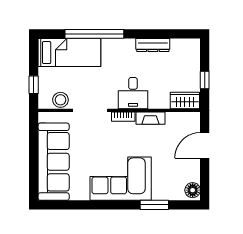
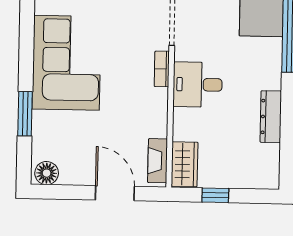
fireplace: (150, 118) -> (158, 161), moved

